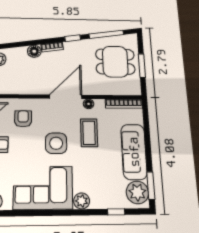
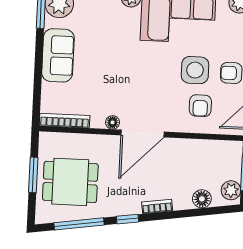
floor lamp: (34, 51) -> (202, 199), moved
coffee table: (89, 133) -> (115, 83), removed
side table: (56, 143) -> (195, 70), moved
sofa: (134, 152) -> (58, 55), width x0.73

